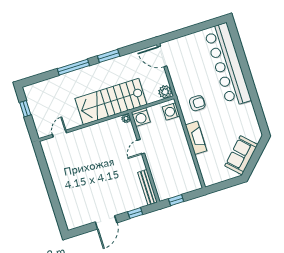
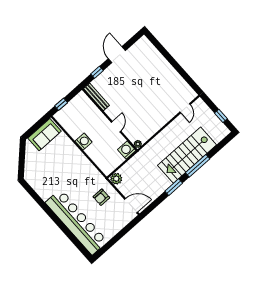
stairs: (111, 101) -> (187, 155), moved, turned 180
armchair: (197, 103) -> (101, 197), moved
washing machine: (171, 111) -> (84, 142), moved
fireplace: (196, 138) -> (76, 153), removed
sofa: (241, 155) -> (44, 135), moved, turned 45
window: (176, 200) -> (61, 104), moved

